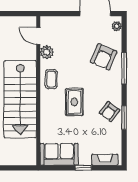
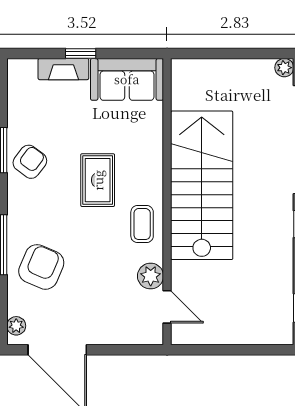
fireplace: (105, 160) -> (63, 69), moved

